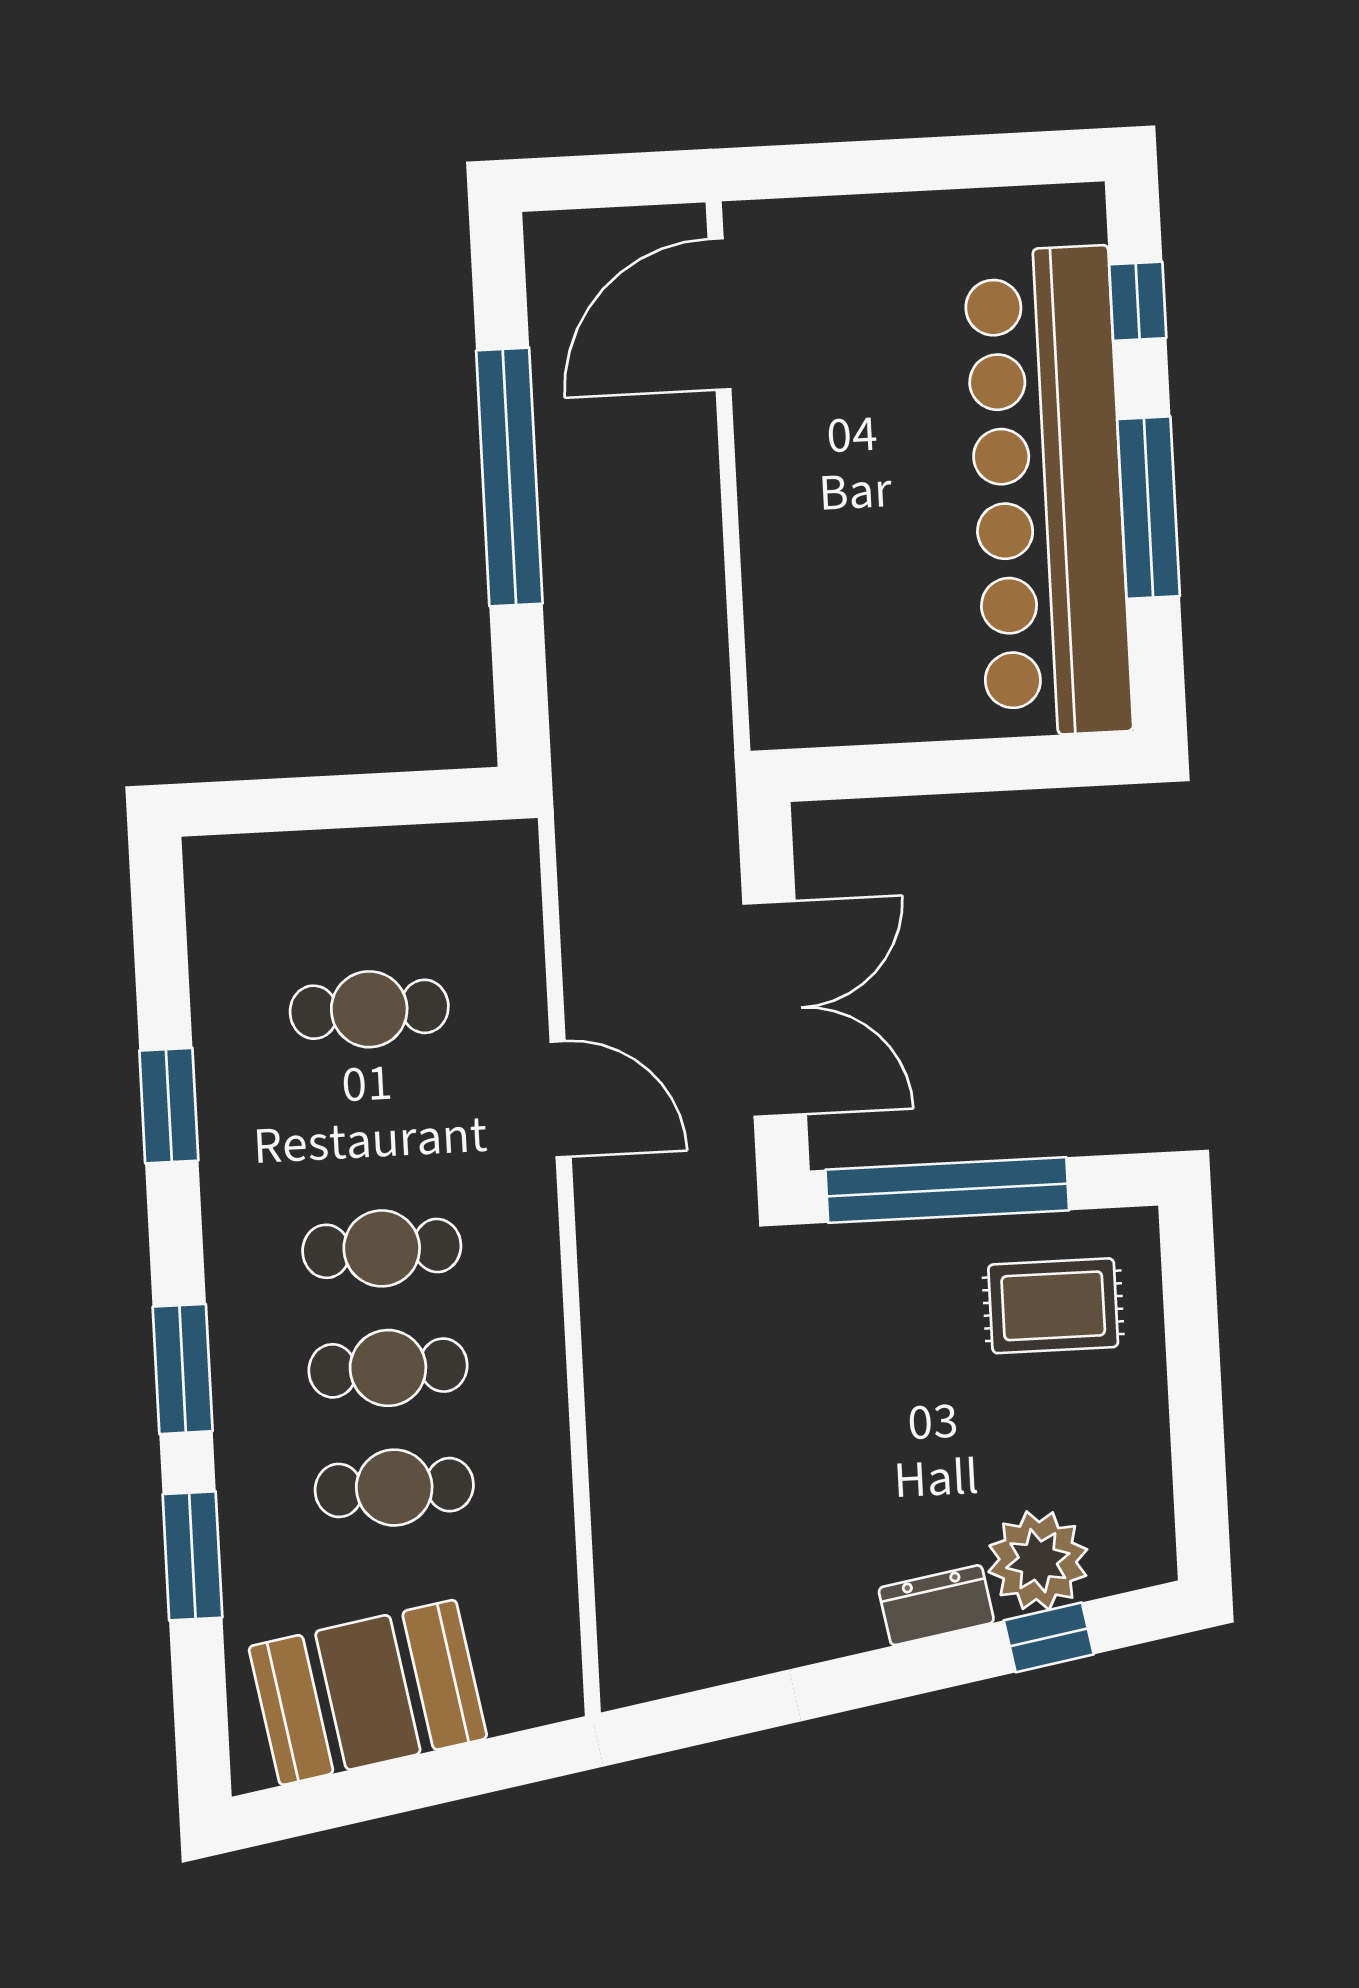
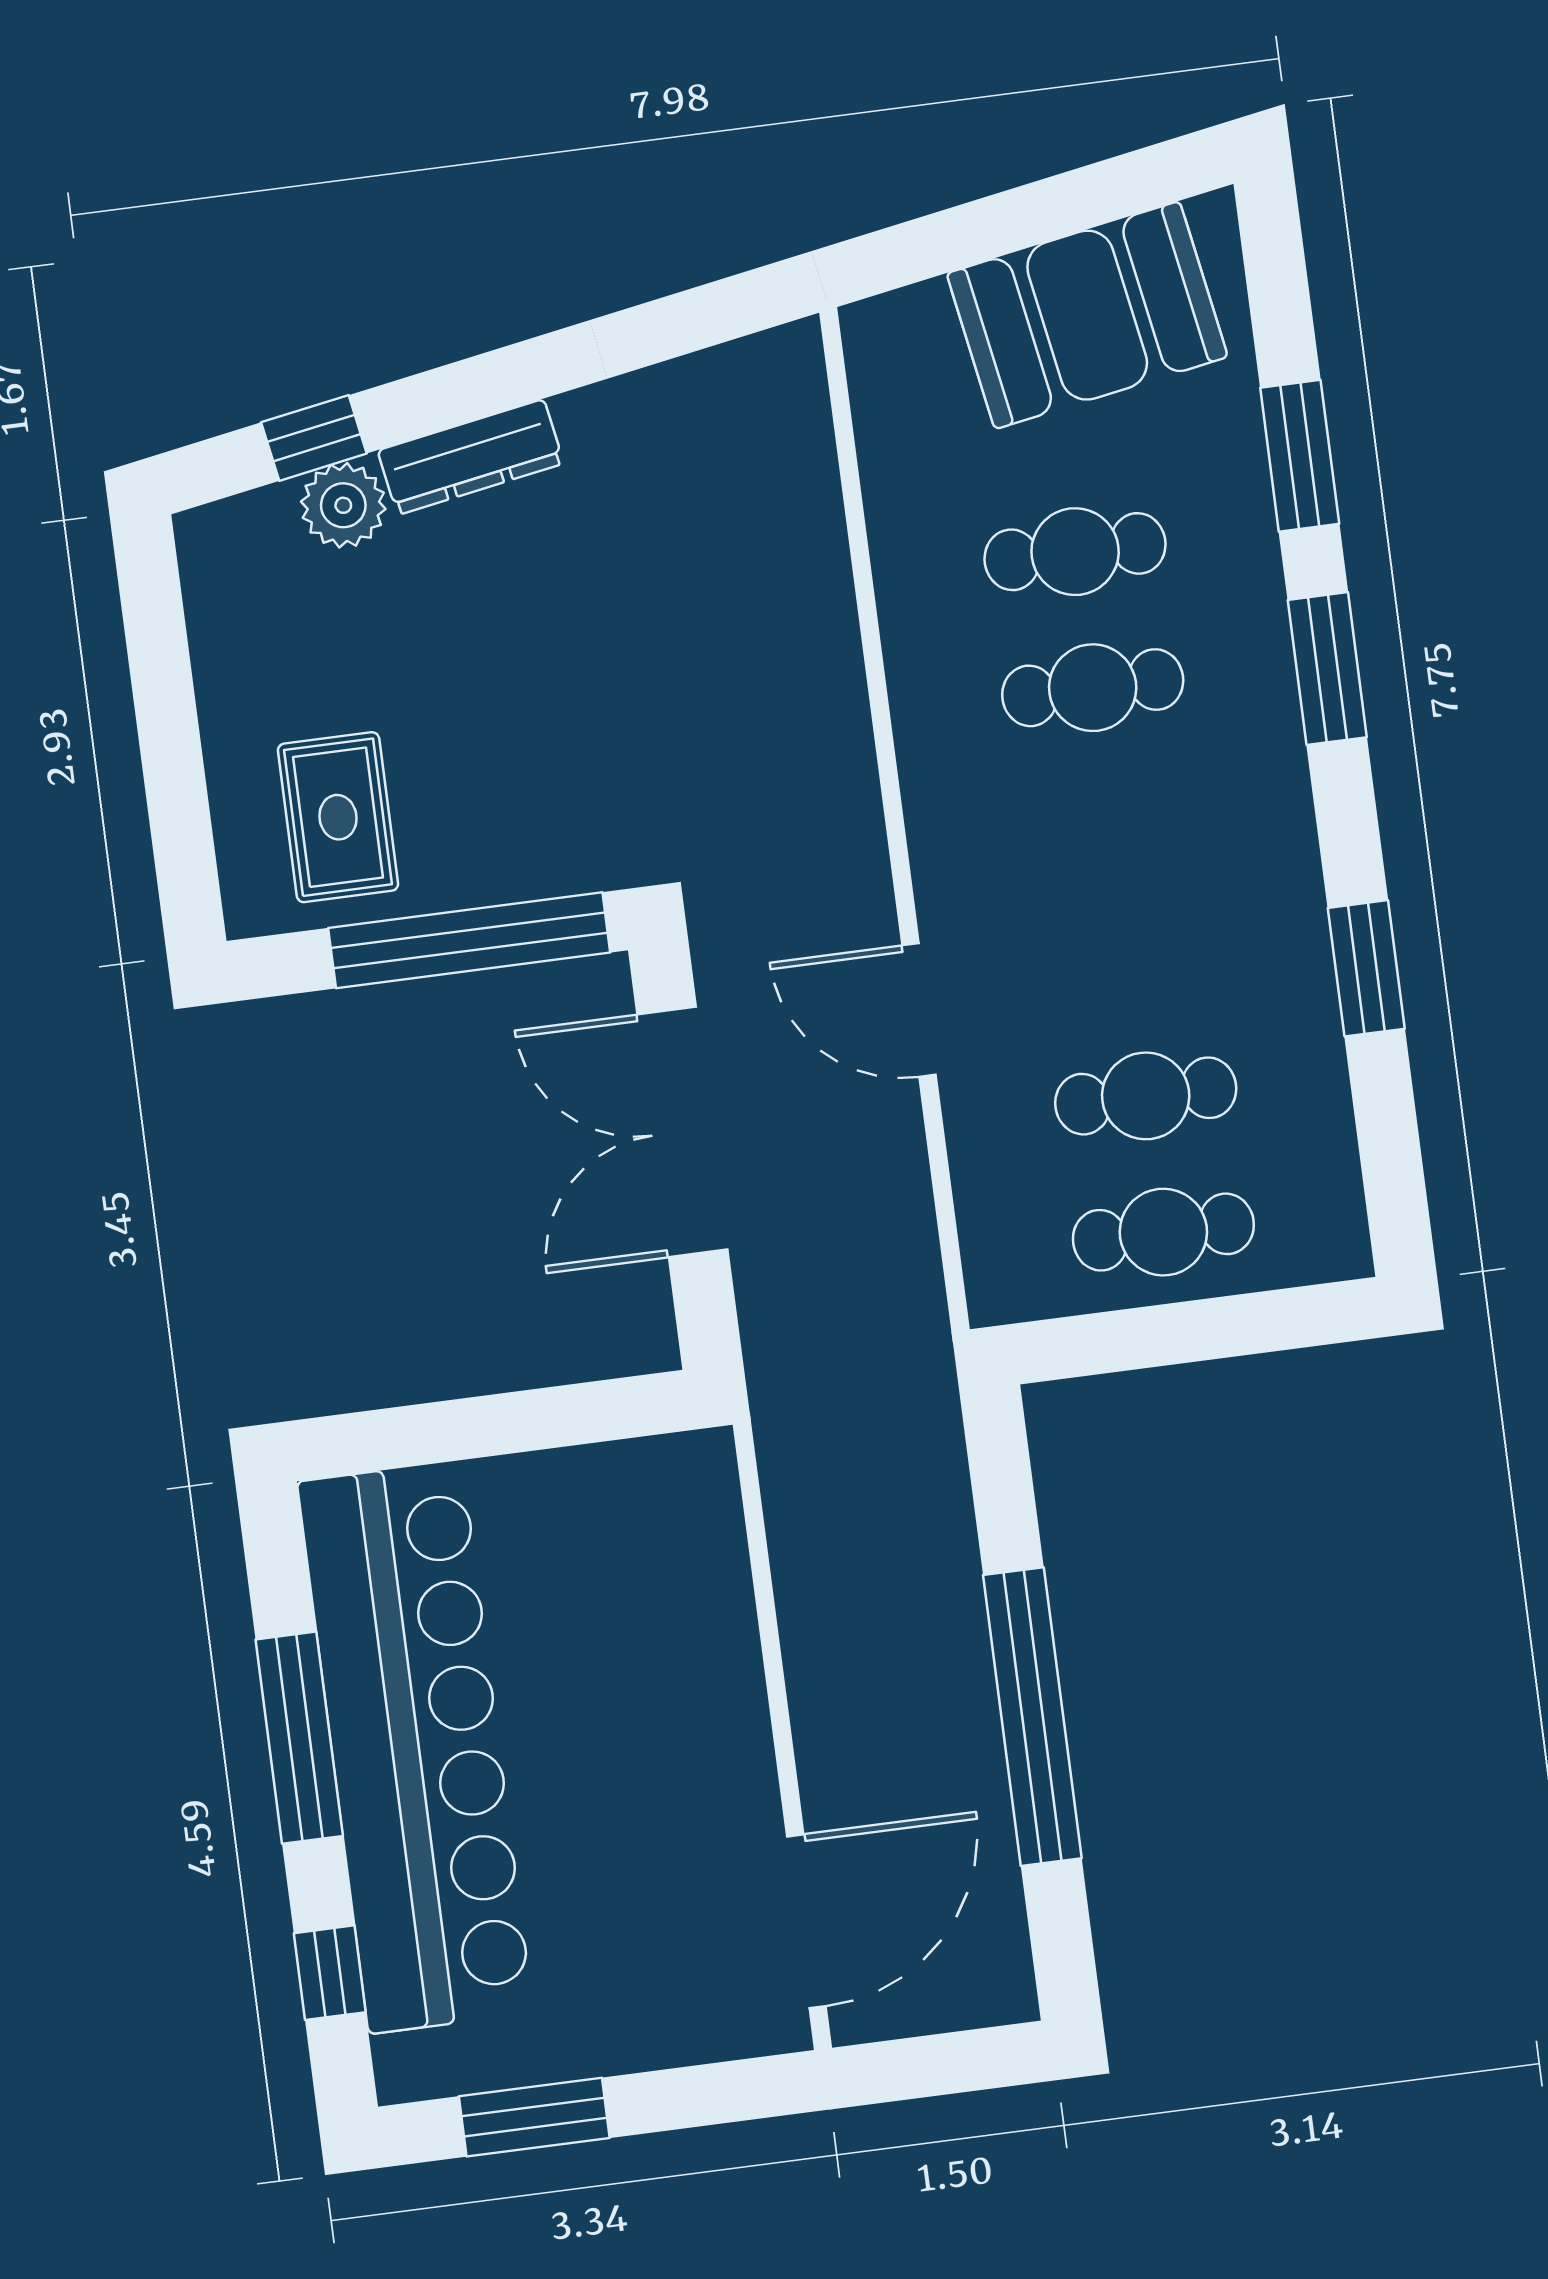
window: (969, 162) -> (534, 2117), added
cafe table: (382, 1248) -> (1163, 1232), moved
rug: (1053, 1306) -> (338, 817), turned 90
plant: (1038, 1561) -> (343, 505), width x0.73, depth x0.73
dresser: (936, 1605) -> (471, 457), width x1.44

